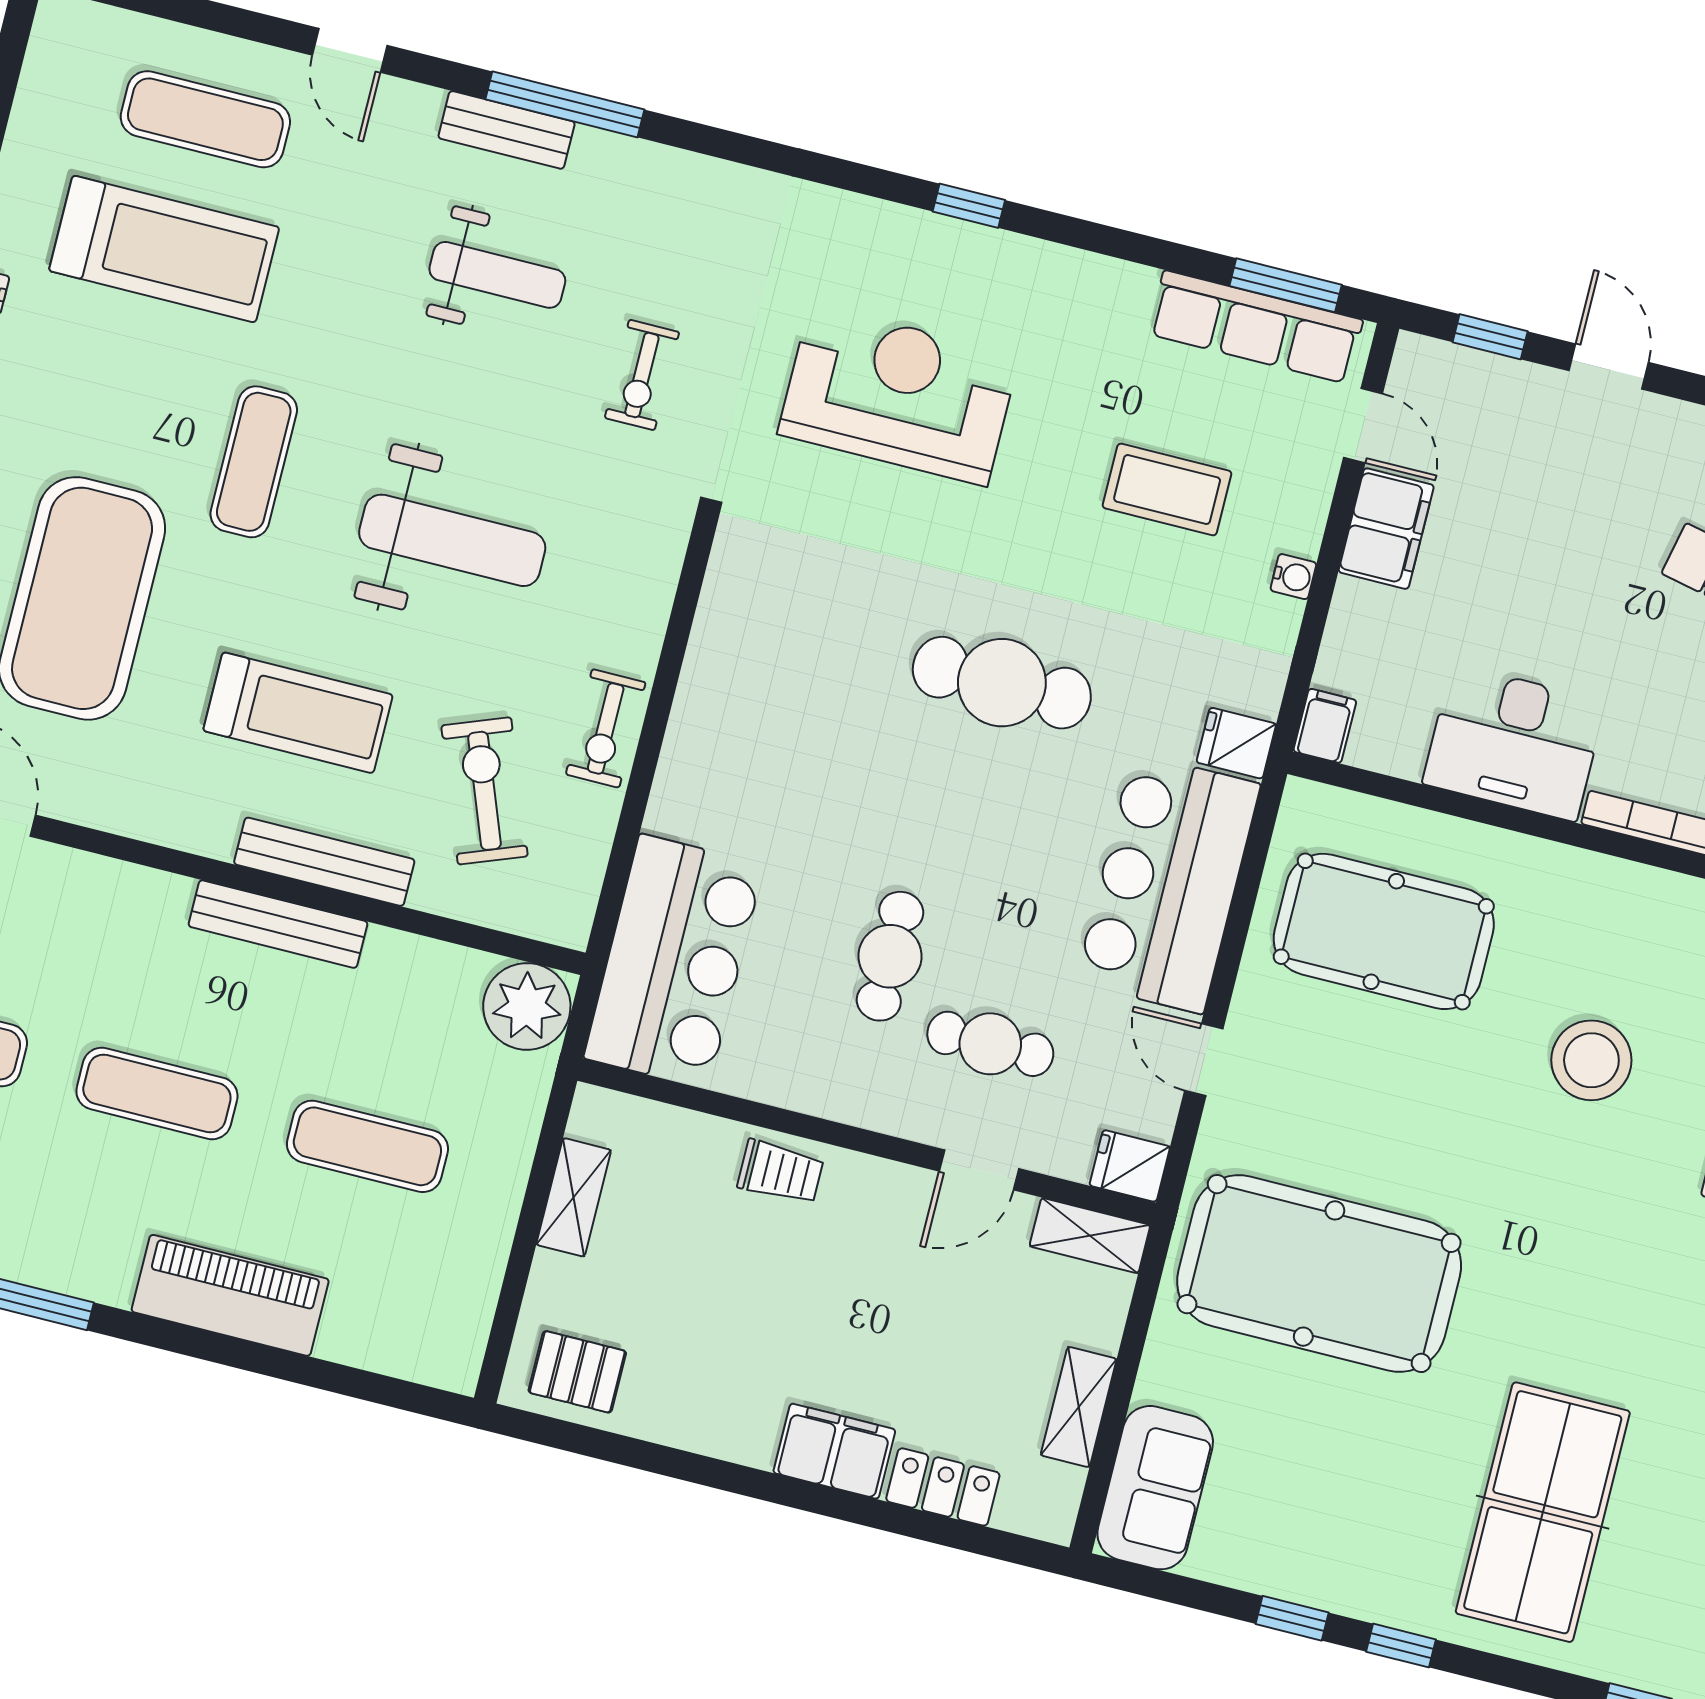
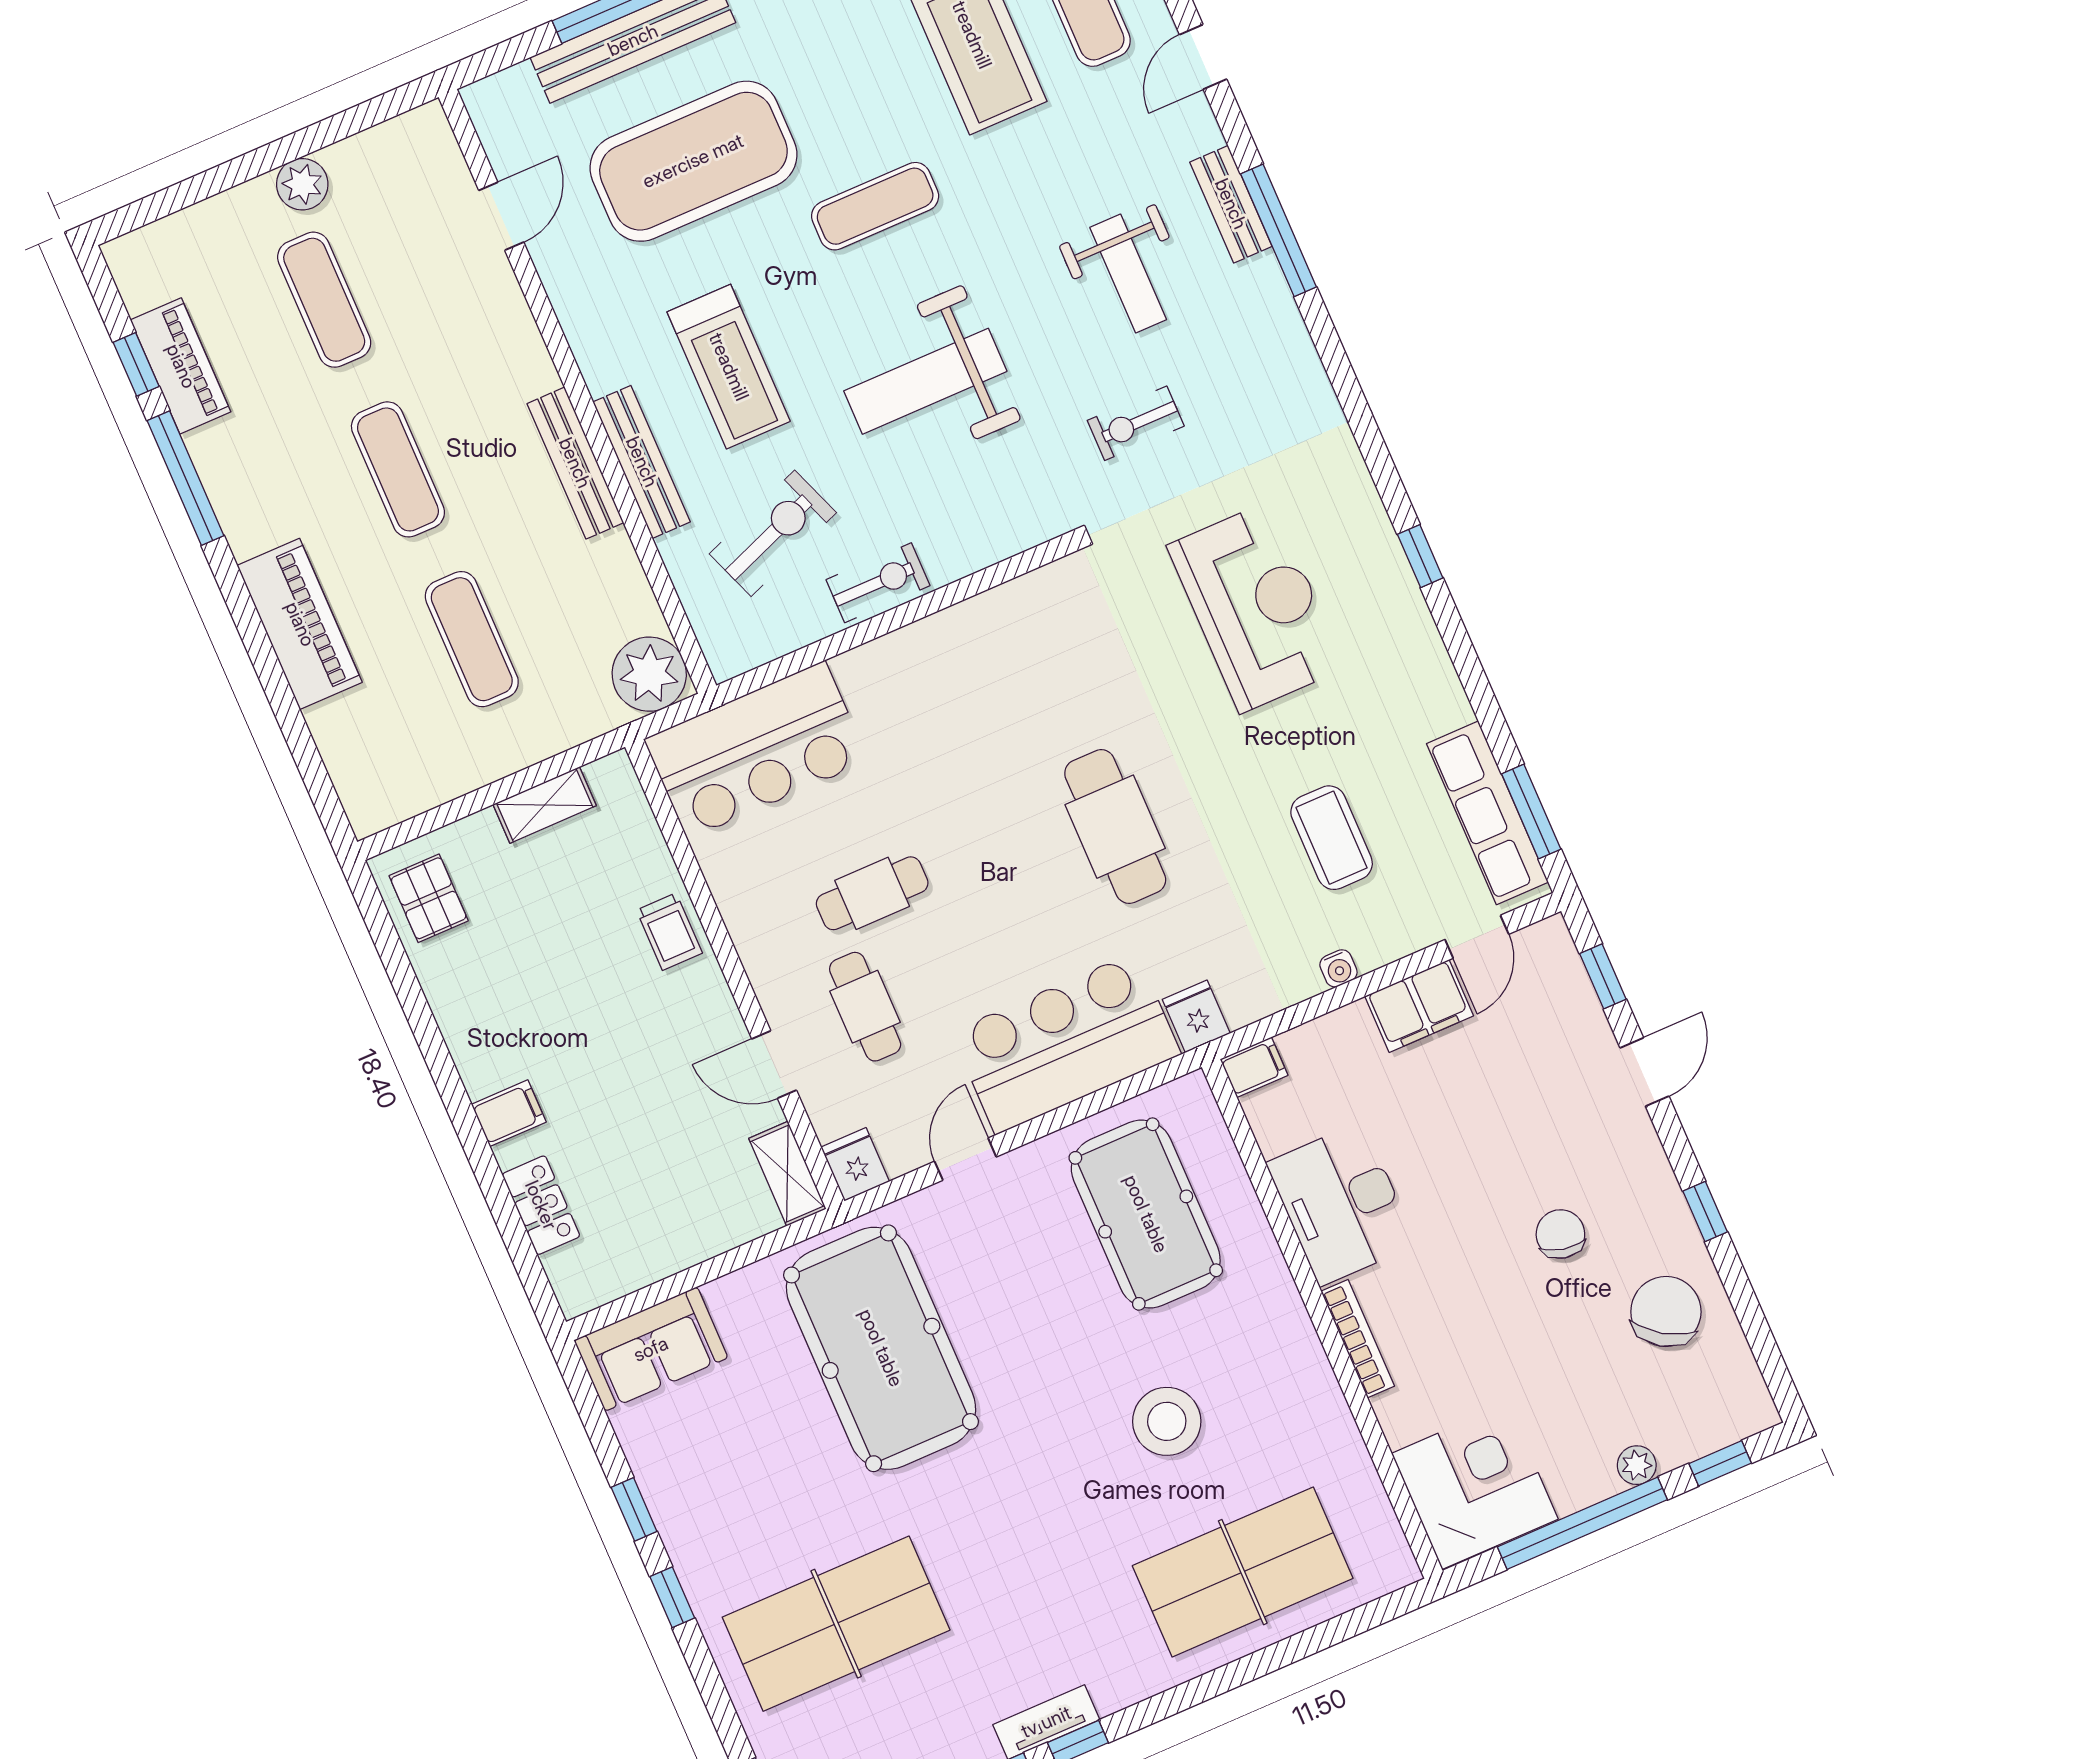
weight bench: (452, 540) -> (925, 381), turned 90
exercise bike: (606, 728) -> (878, 583), turned 180
shelving: (1079, 1407) -> (666, 1255), removed
filing cabinet: (834, 1451) -> (509, 1113), width x0.50

